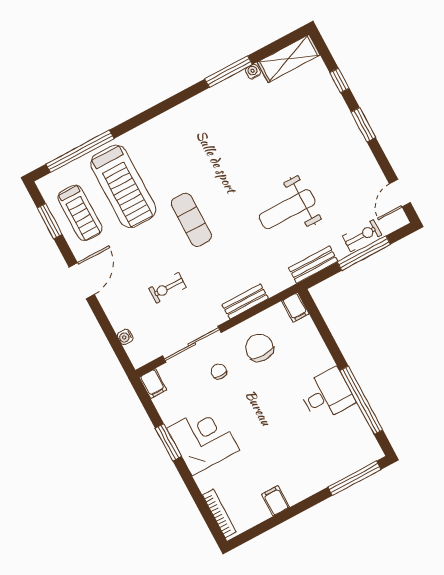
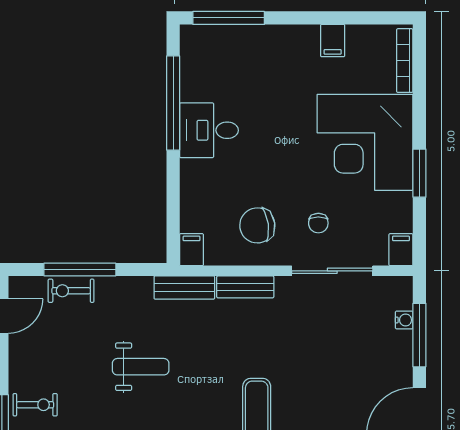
weight bench: (287, 209) -> (141, 367), width x0.73, depth x0.75
bench: (313, 265) -> (184, 288), moved
exercise bike: (167, 288) -> (35, 405), moved
window: (109, 332) -> (419, 335), added
chair: (259, 348) -> (257, 225), turned 82
corner desk: (203, 439) -> (365, 142), width x1.36, depth x1.36

